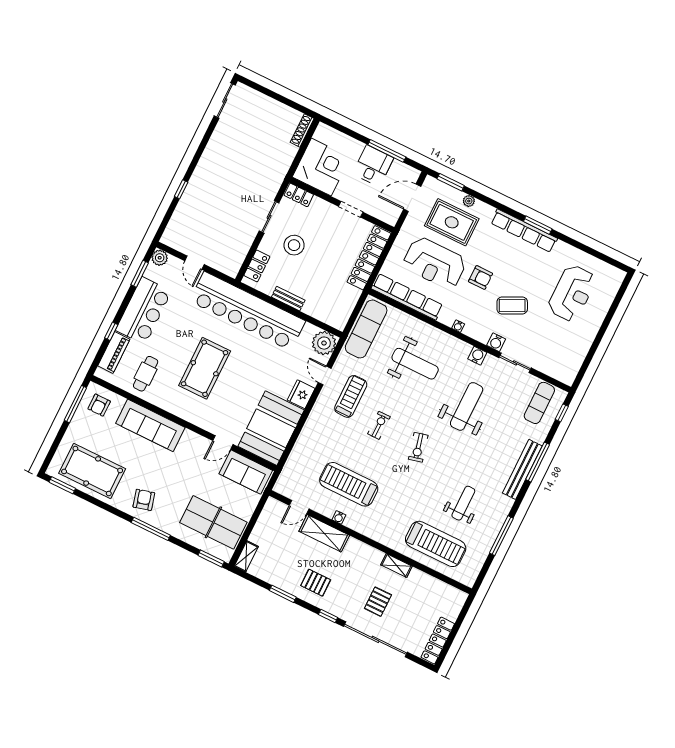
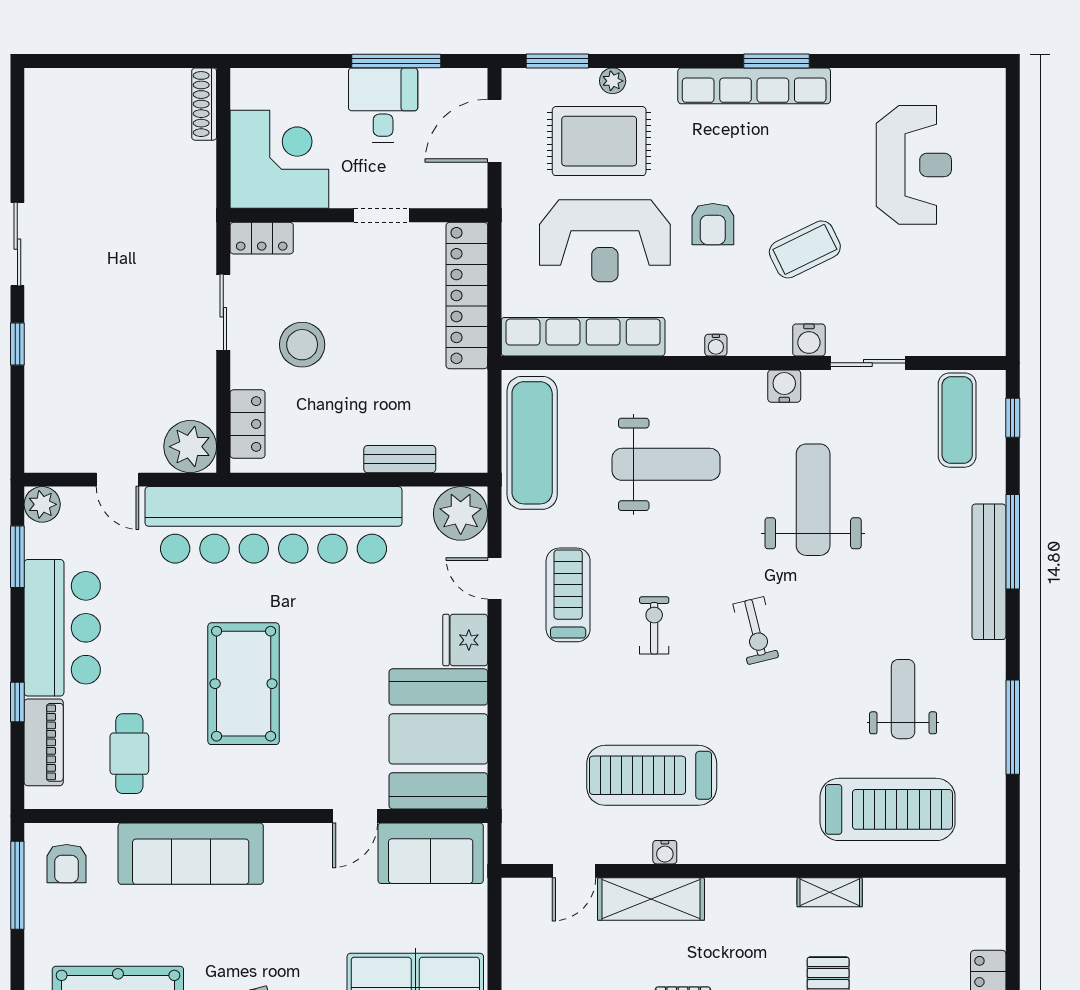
sliding door: (225, 100) -> (17, 244), moved
plant: (230, 264) -> (190, 447), added
armchair: (481, 277) -> (713, 224), turned 90
bench: (288, 299) -> (400, 459), moved

